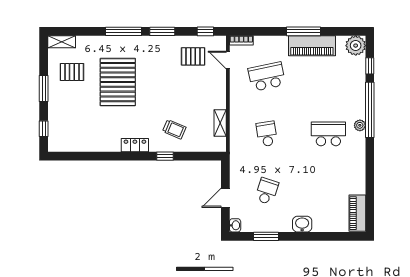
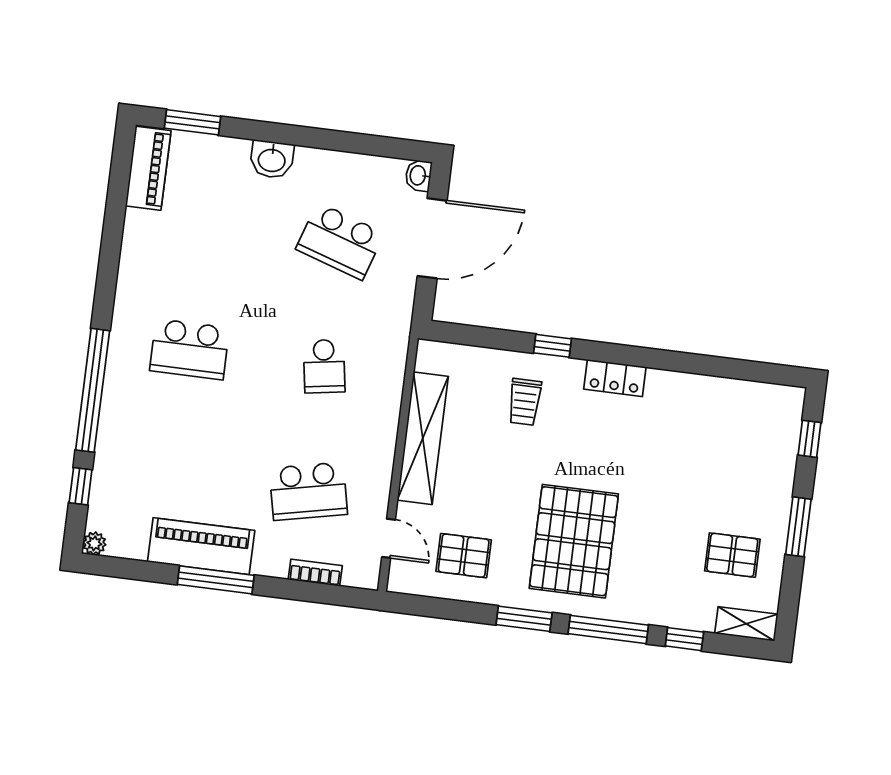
window: (205, 31) -> (684, 639), moved
bookcase: (241, 40) -> (315, 573), moved
plant: (356, 46) -> (94, 543), width x0.53, depth x0.53
pallet: (118, 82) -> (574, 541), moved
shelving: (220, 123) -> (423, 438), width x2.20, depth x1.33
plant: (360, 125) -> (119, 359), removed
trolley: (174, 129) -> (525, 402), turned -113
school desk: (267, 191) -> (340, 241), width x1.85
door: (225, 198) -> (432, 238), width x1.88
window: (266, 236) -> (192, 122), moved

